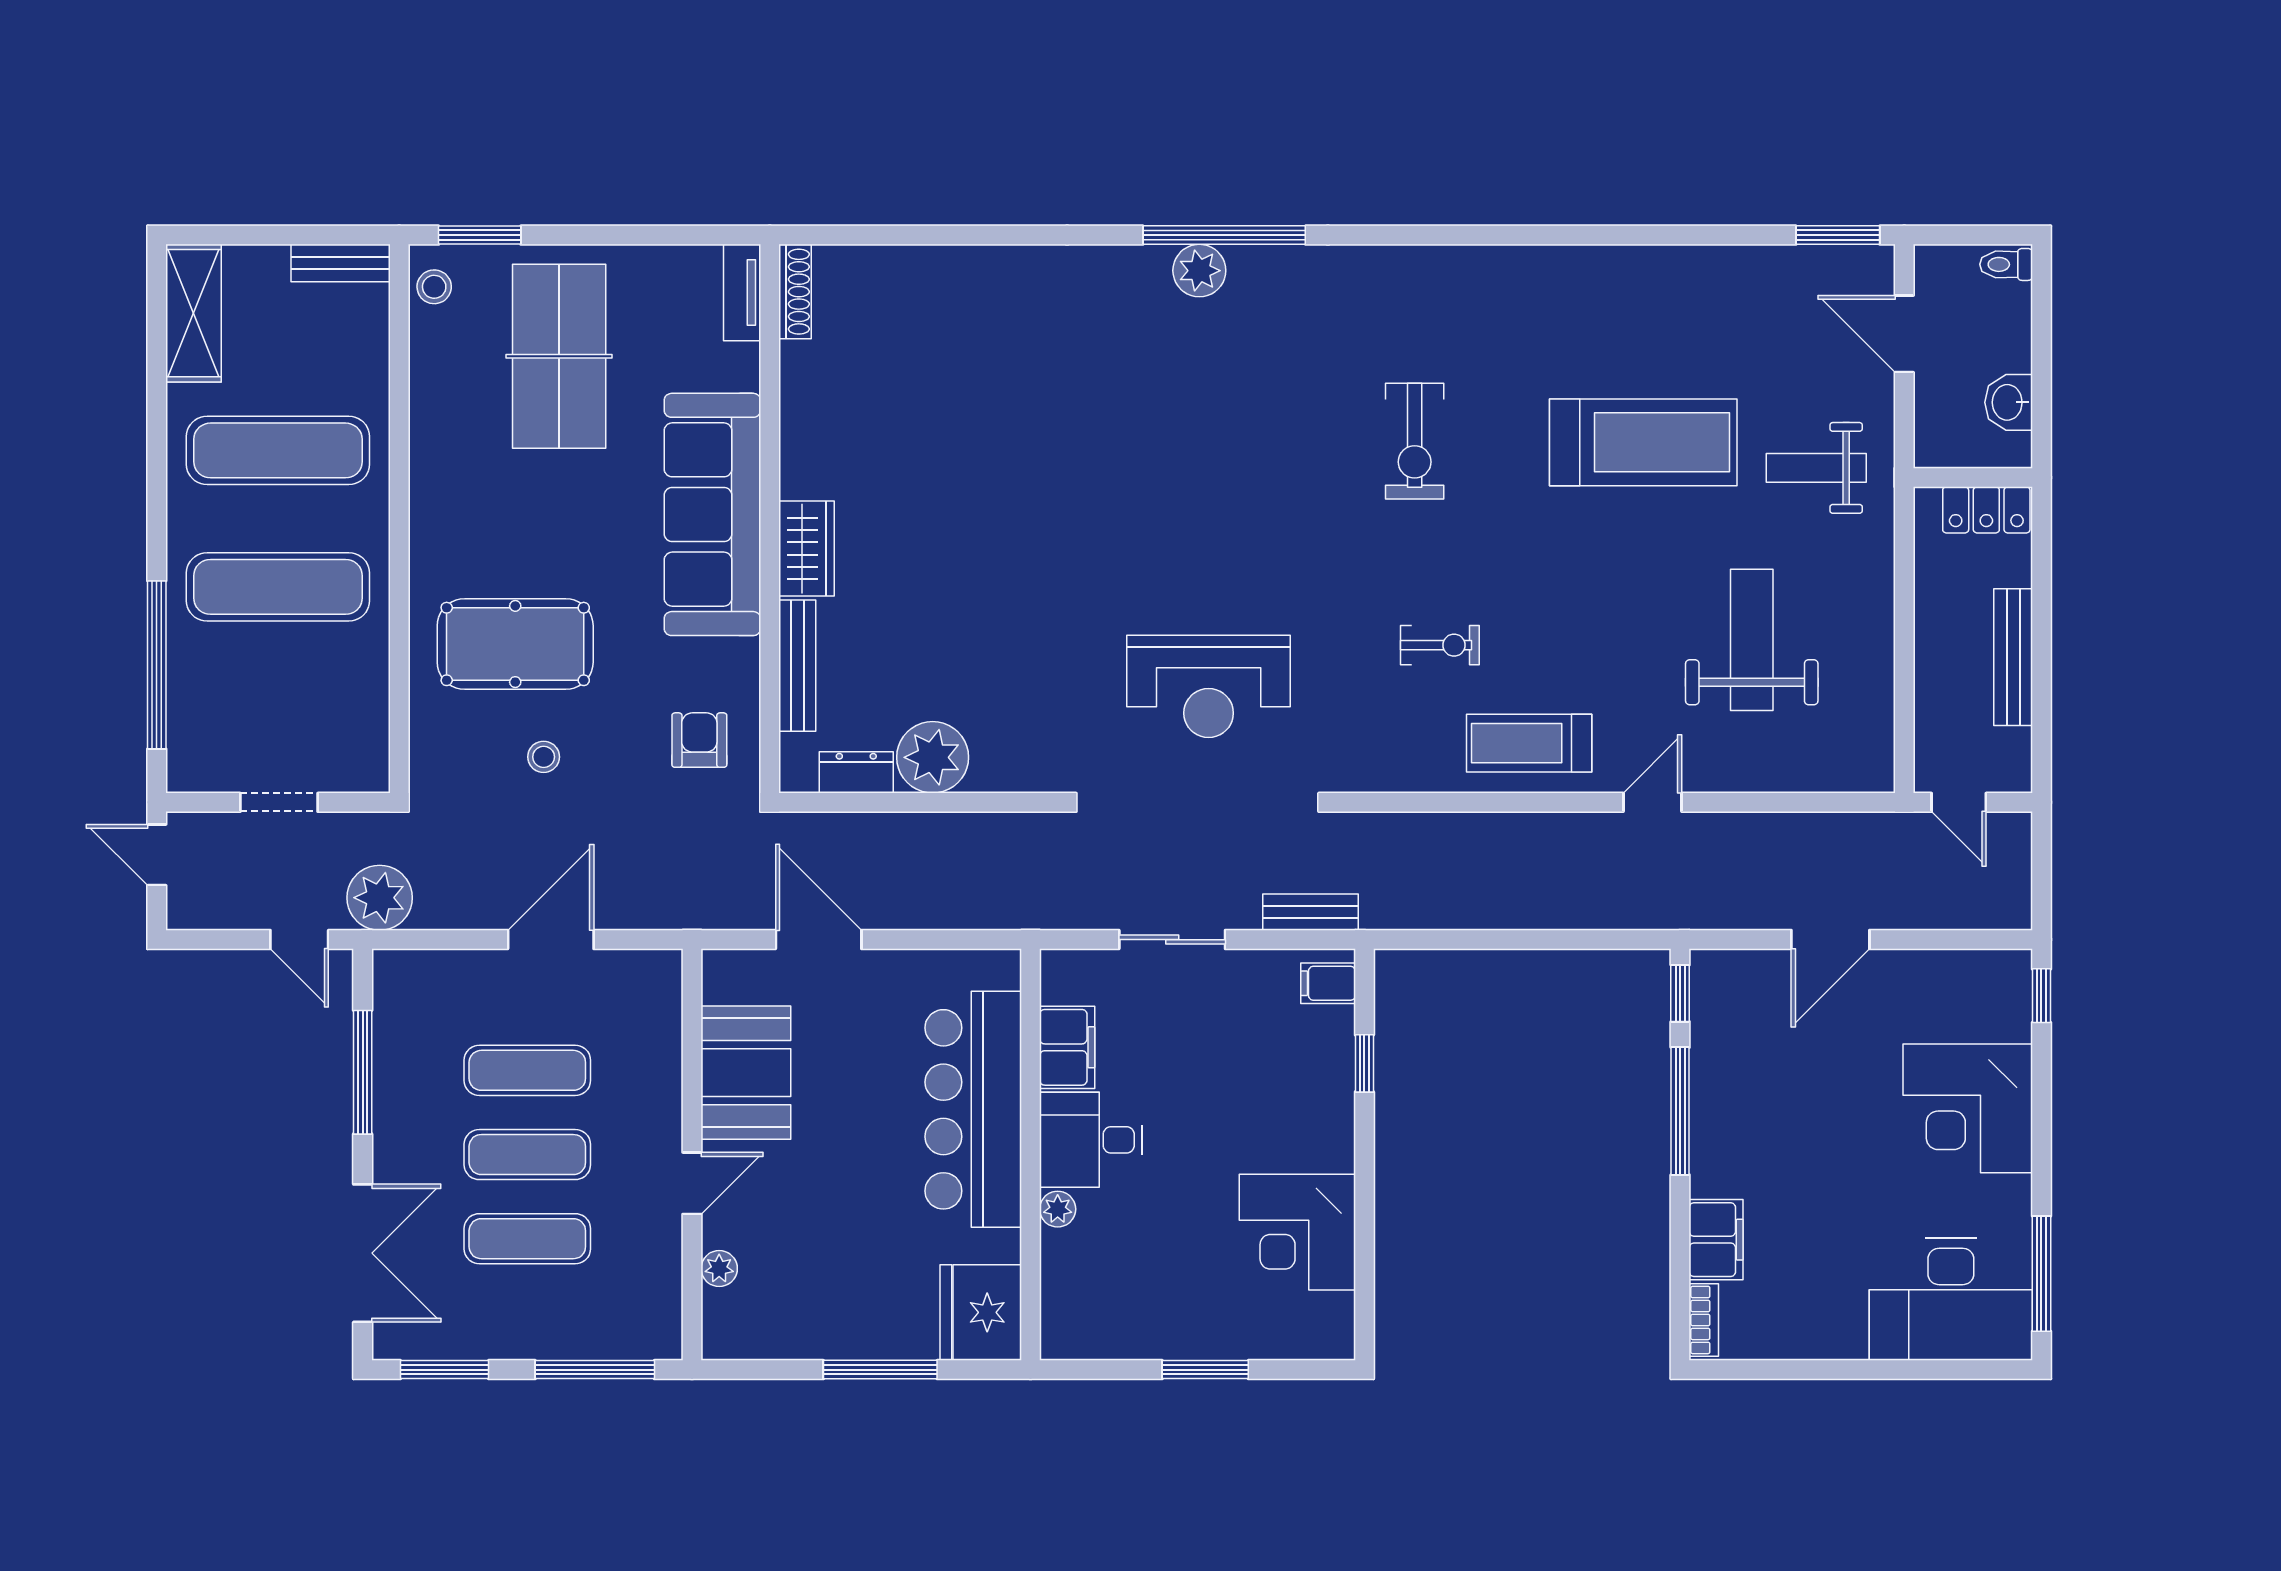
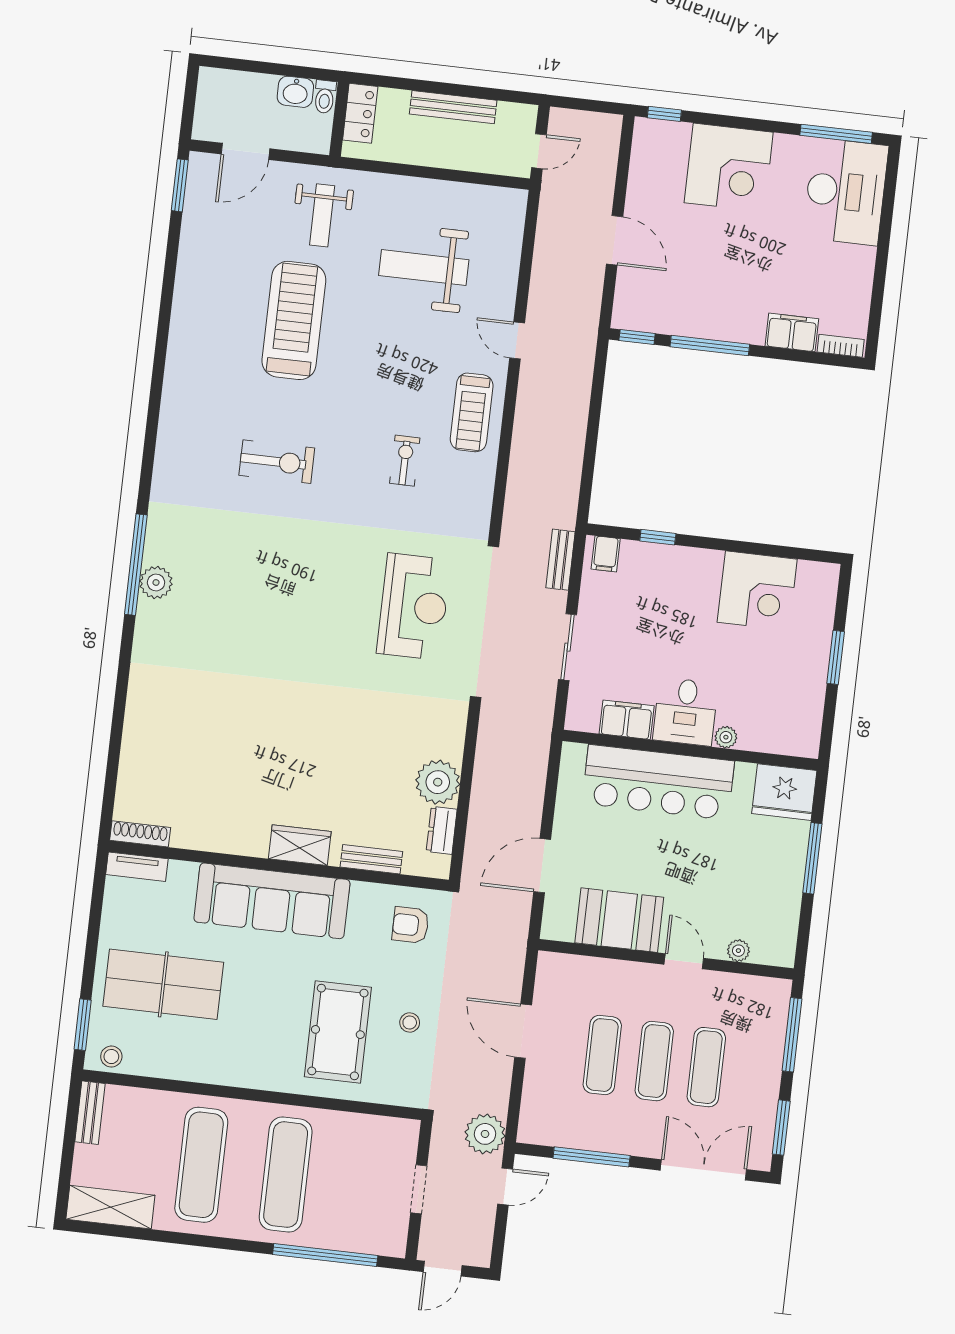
toilet: (2006, 264) -> (325, 97), moved
bench: (797, 666) -> (371, 859), width x0.73

